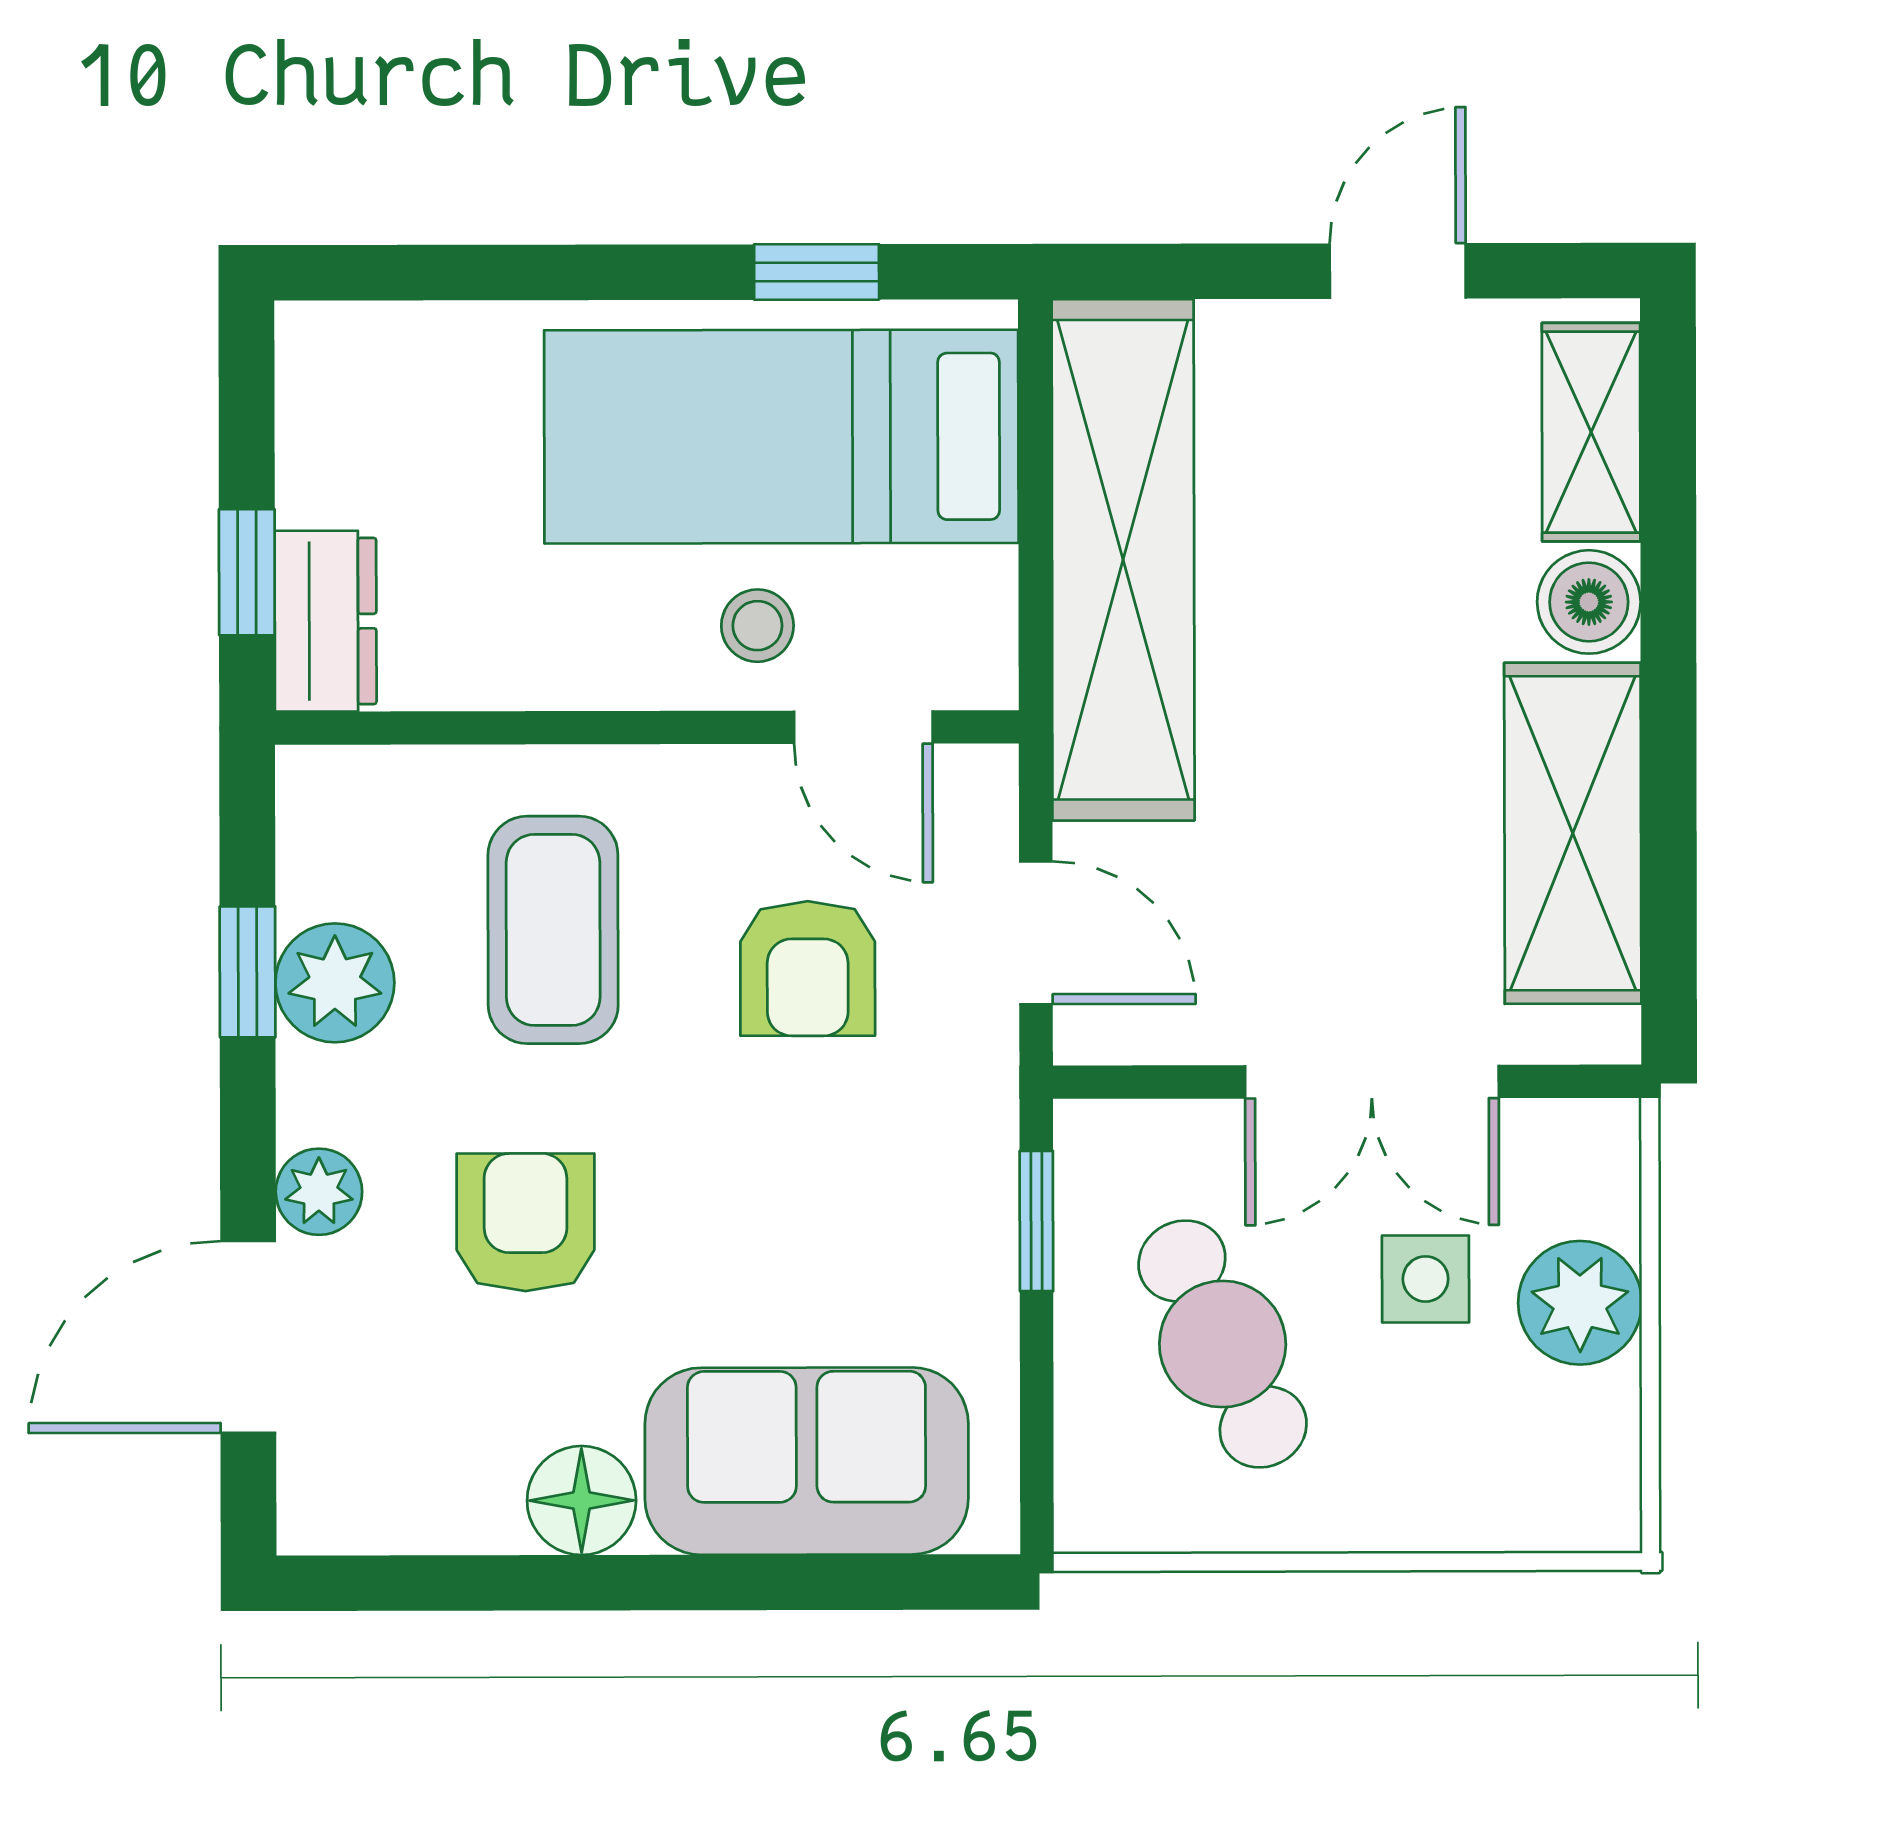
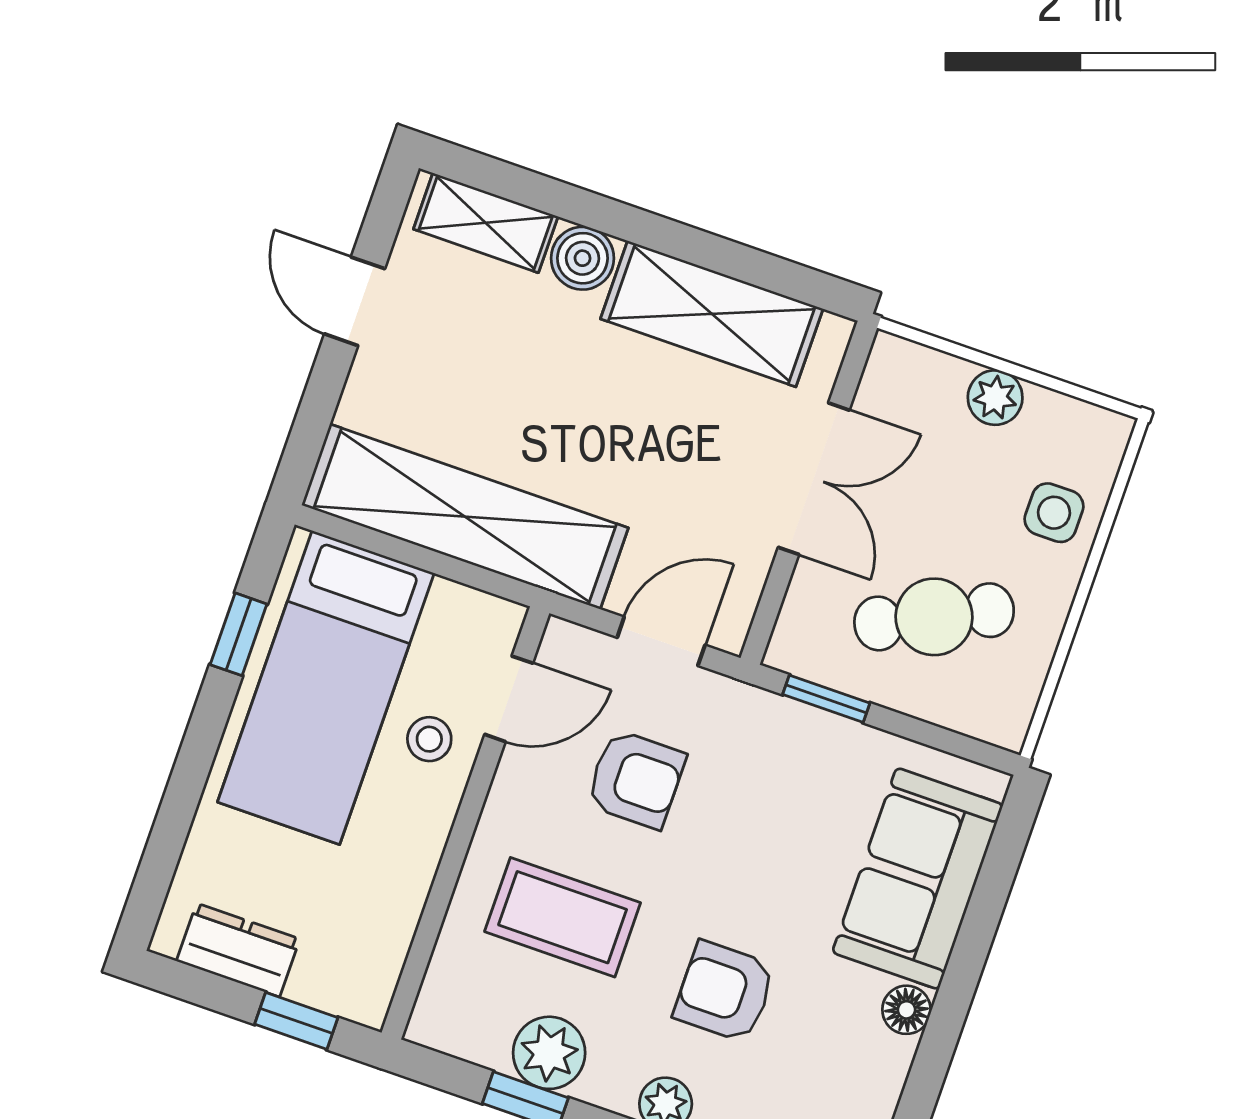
dresser: (326, 621) -> (238, 950), moved
side table: (1426, 1279) -> (1054, 513), moved
plant: (1580, 1303) -> (995, 398), width x0.73, depth x0.73
floor lamp: (582, 1500) -> (906, 1010), width x0.73, depth x0.73

